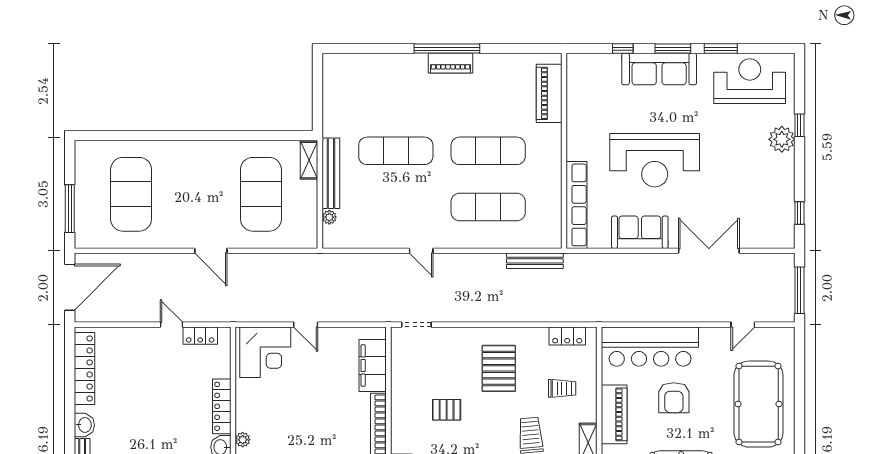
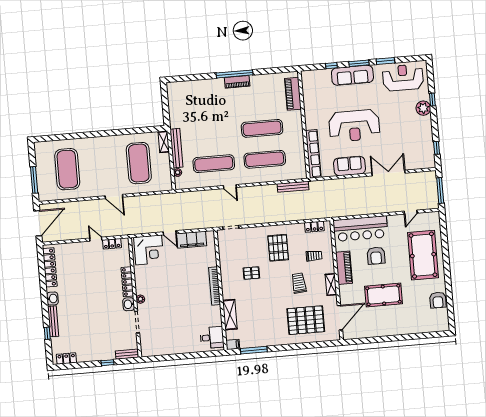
exercise mat: (396, 151) -> (214, 164), moved
filing cabinet: (373, 366) -> (192, 240), moved, turned -90

